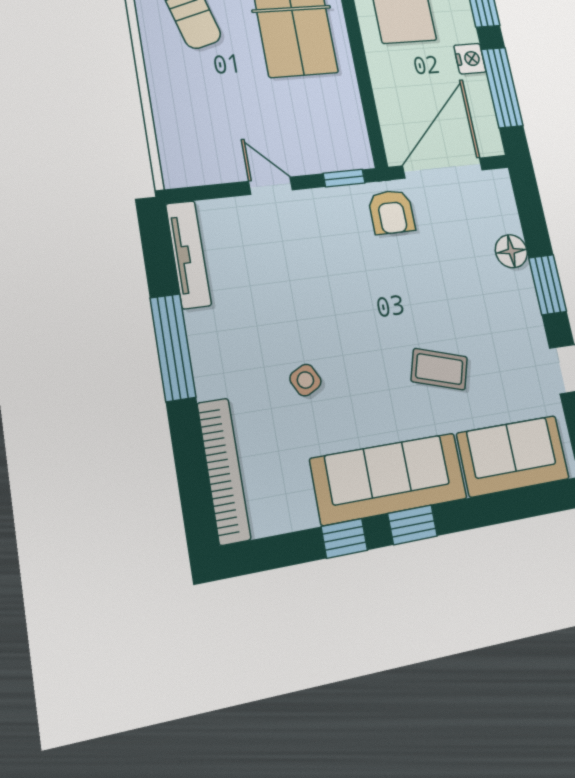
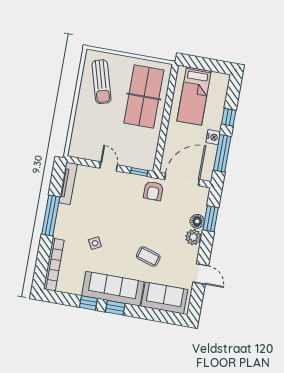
window: (548, 285) -> (211, 219), moved
plant: (518, 290) -> (193, 237), added

